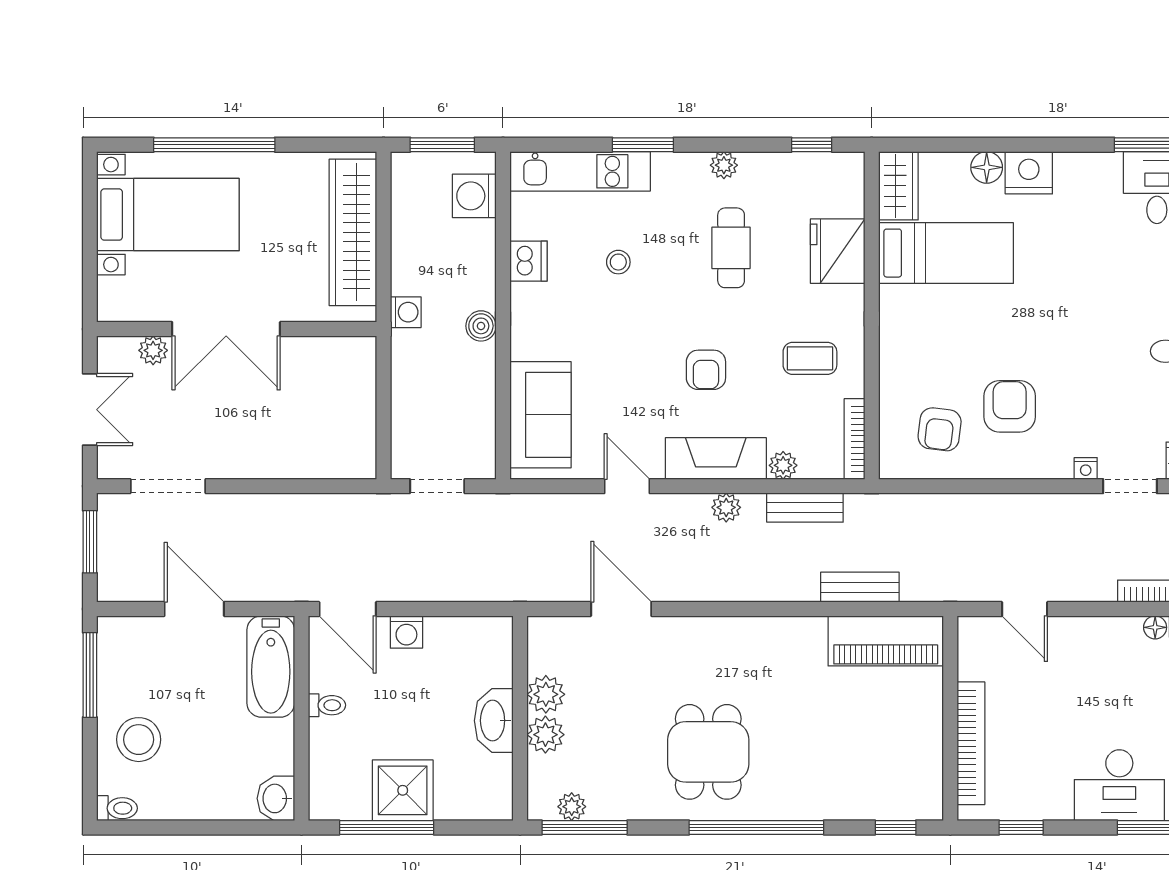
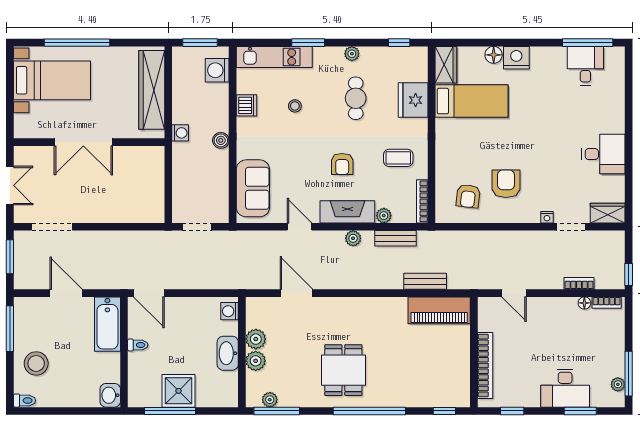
plant: (153, 350) -> (44, 154), removed
washing machine: (406, 632) -> (229, 311), moved, turned 90

